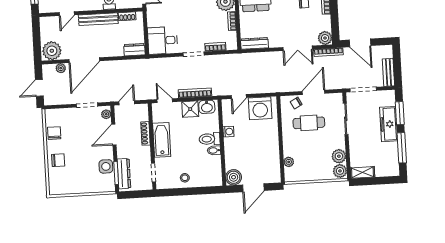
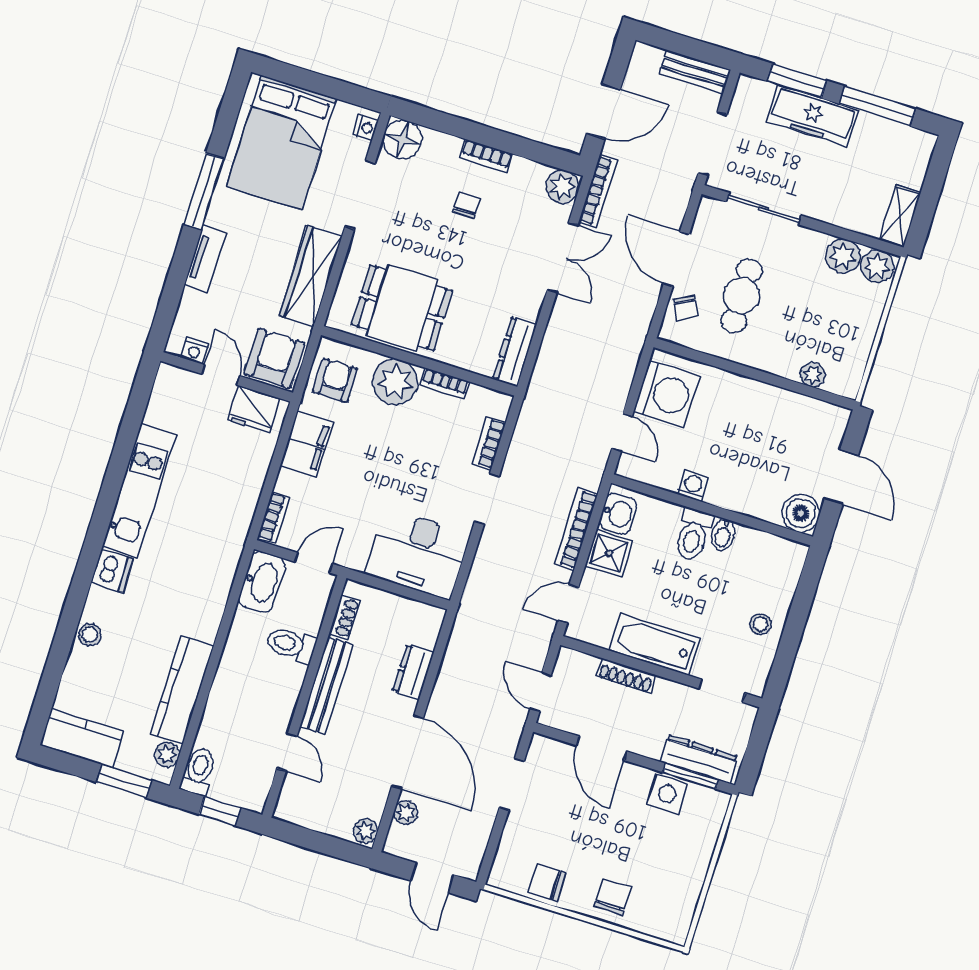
desk: (163, 40) -> (418, 554), width x1.37
dresser: (134, 50) -> (413, 672), moved
plant: (52, 51) -> (365, 831), width x0.53, depth x0.53
plant: (106, 114) -> (549, 749), removed

